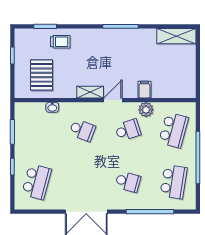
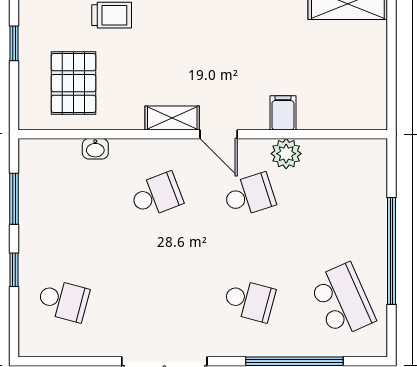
door: (113, 100) -> (219, 134), swing flipped
school desk: (82, 130) -> (156, 195), turned -42
school desk: (174, 130) -> (342, 195), removed
school desk: (37, 182) -> (63, 300), width x0.54
school desk: (174, 182) -> (342, 300), turned -33

